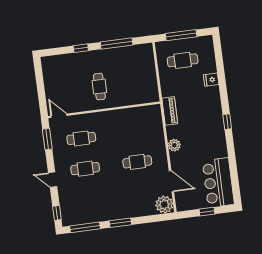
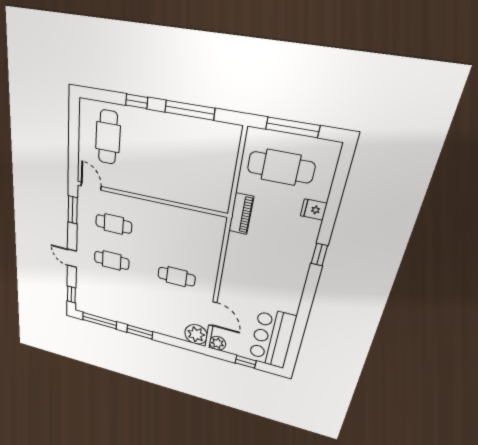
cafe table: (183, 60) -> (281, 167), width x1.37, depth x1.35
cafe table: (99, 87) -> (108, 137), moved, width x1.37, depth x1.35
piano: (170, 111) -> (241, 214), moved
window: (227, 122) -> (319, 255), moved
plant: (174, 145) -> (217, 343), moved

